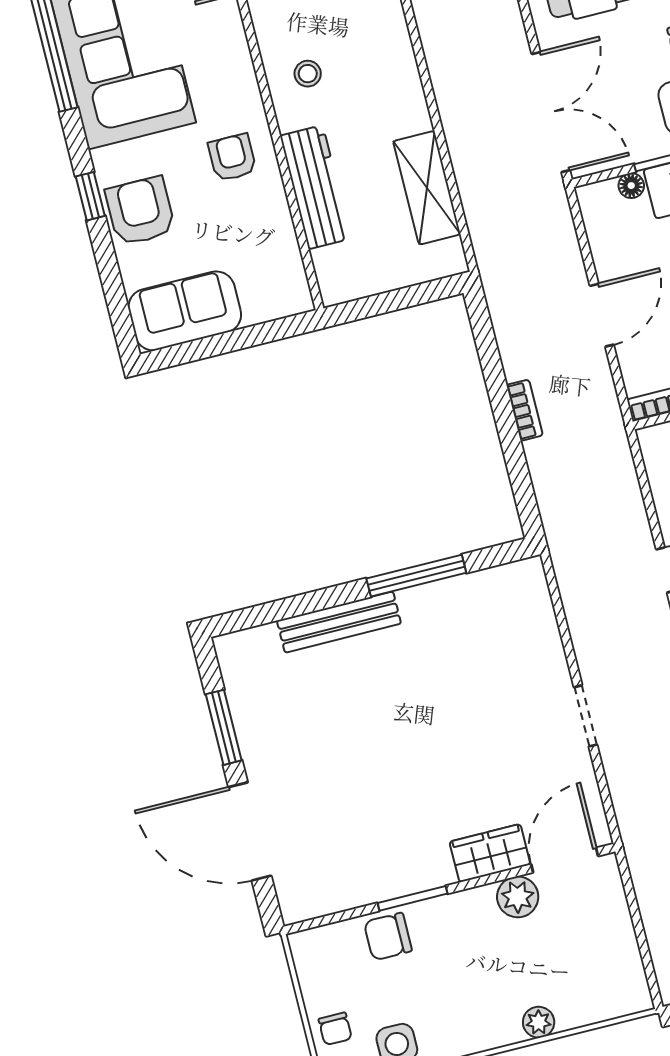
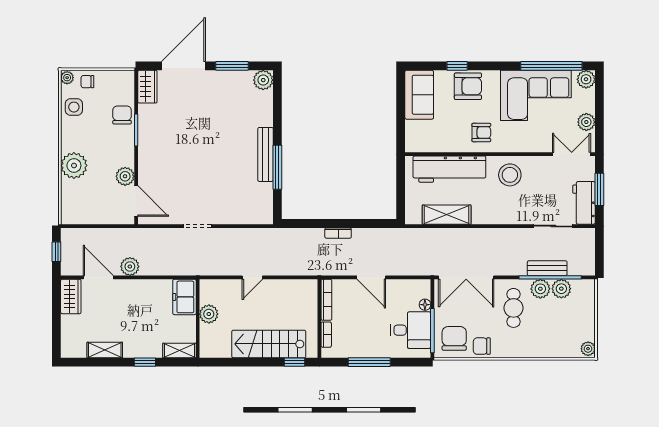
stool: (308, 74) -> (510, 175), width x1.89, depth x1.89
workbench: (316, 187) -> (449, 169), width x1.36, depth x1.32
window: (90, 196) -> (457, 66), moved
bench: (339, 622) -> (266, 154), moved
plant: (237, 653) -> (263, 80), added
wardrobe: (490, 853) -> (147, 87), moved
plant: (539, 1022) -> (74, 165), width x1.88, depth x1.88

